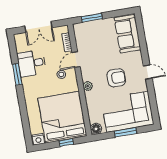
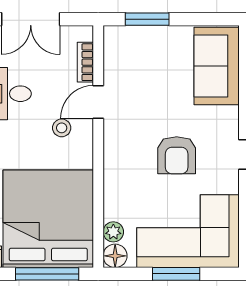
armchair: (116, 78) -> (177, 155), turned 90
plant: (88, 86) -> (113, 232), moved
window: (66, 143) -> (47, 274), width x2.17

